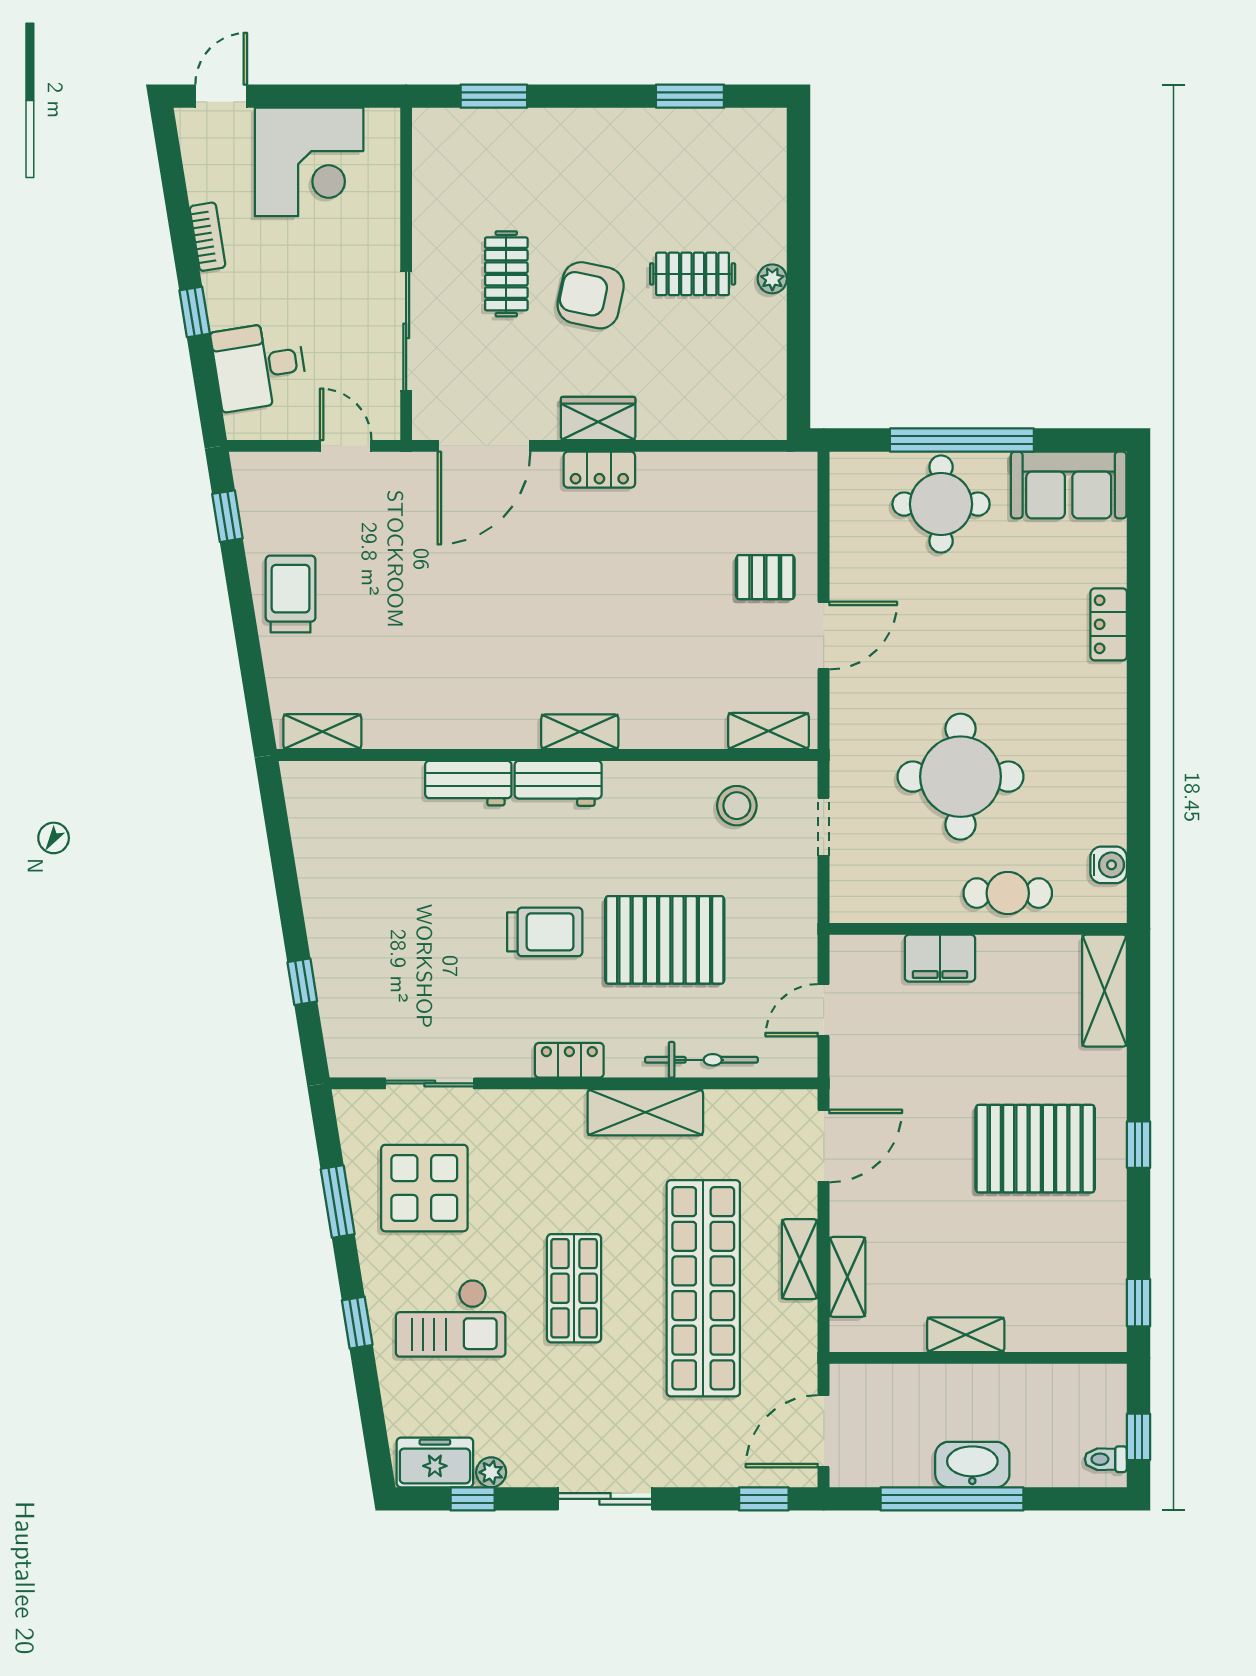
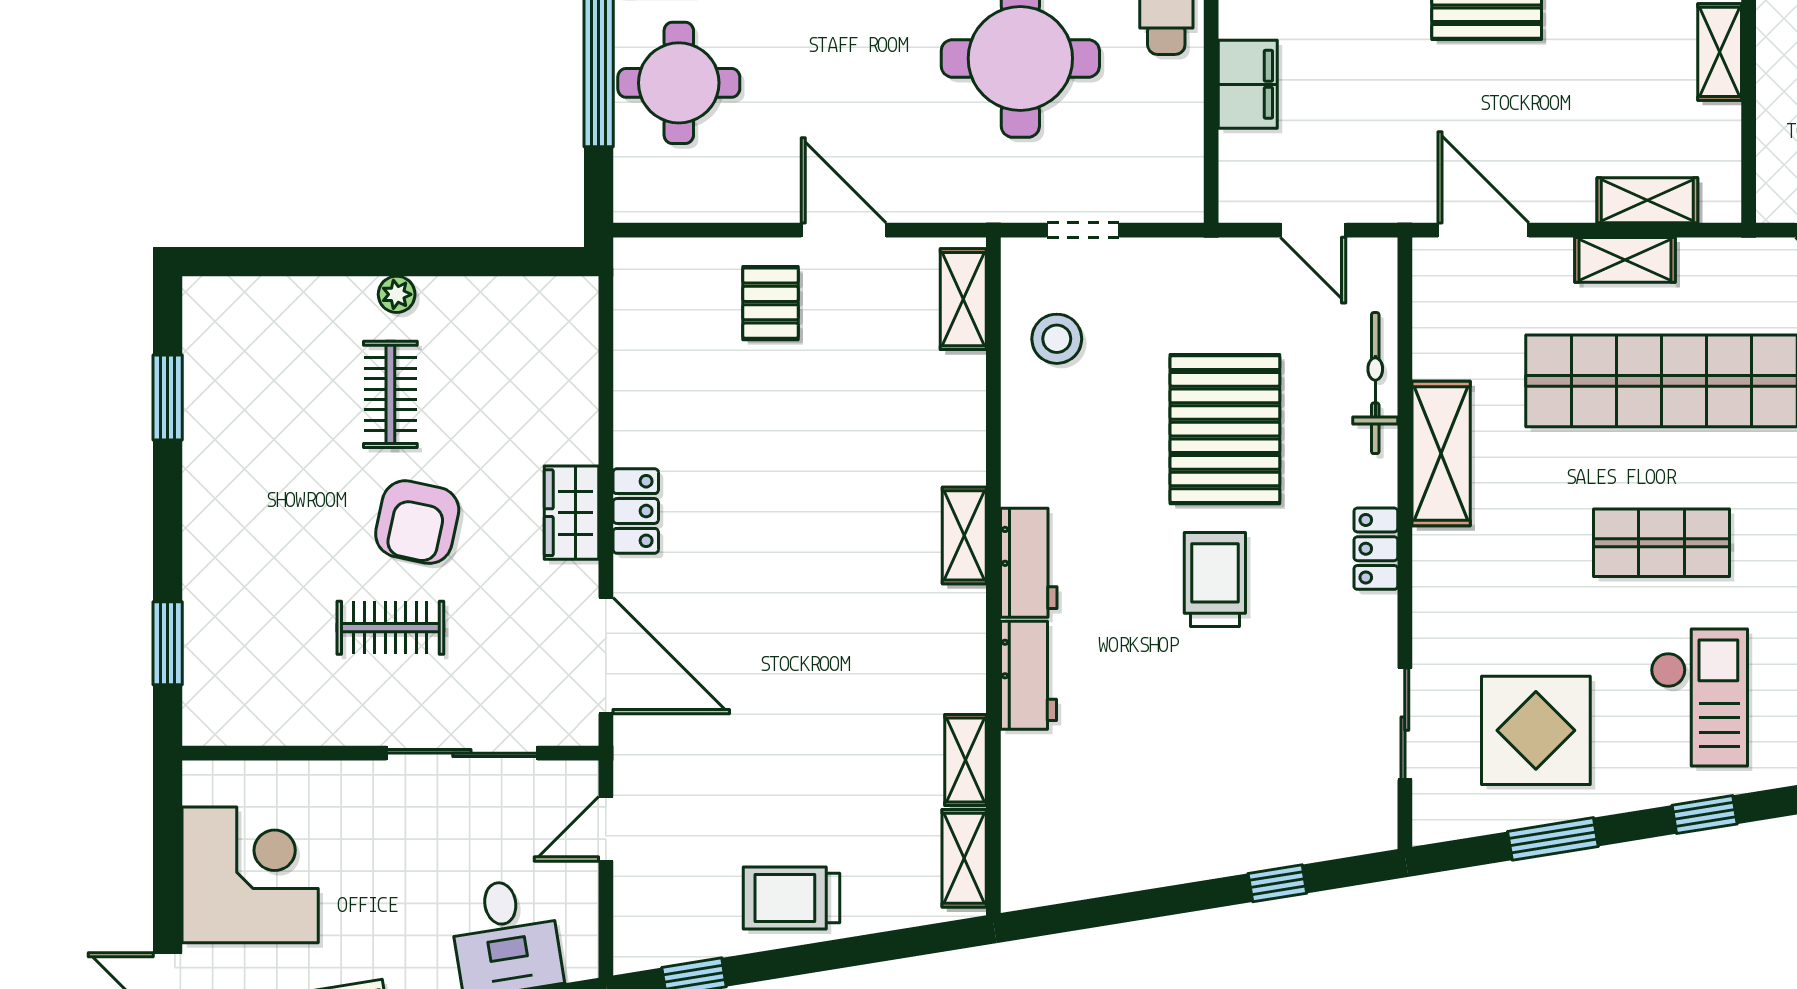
shelving: (401, 733) -> (965, 760), added

